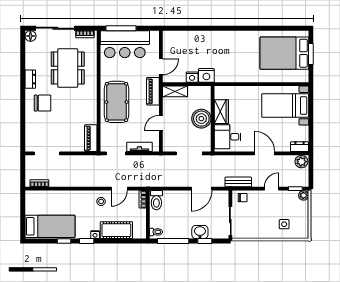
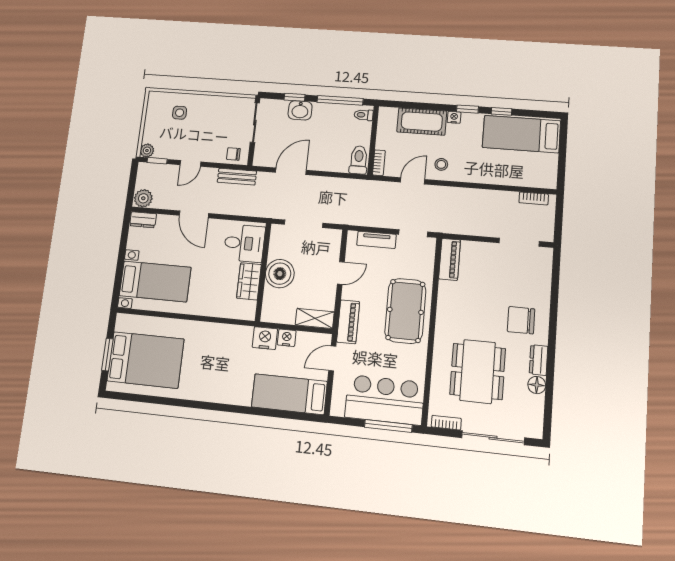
floor lamp: (30, 36) -> (537, 385), moved
bed: (186, 41) -> (289, 394), added

